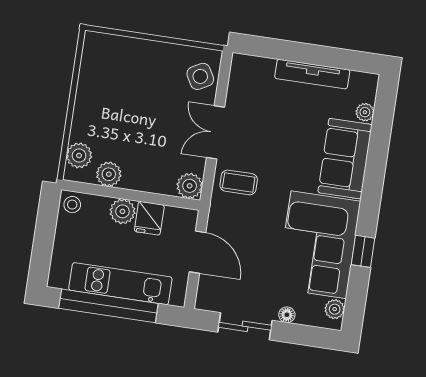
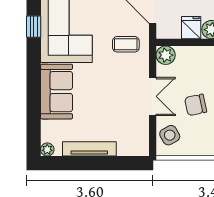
chair: (159, 112) -> (196, 105), added
plant: (365, 112) -> (47, 150), moved
coffee table: (239, 182) -> (126, 44), moved

